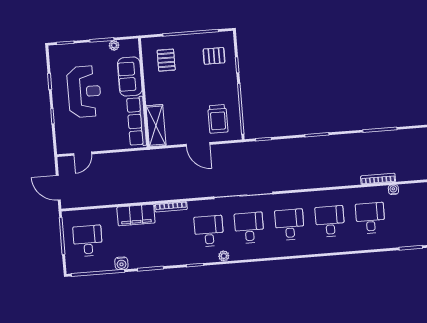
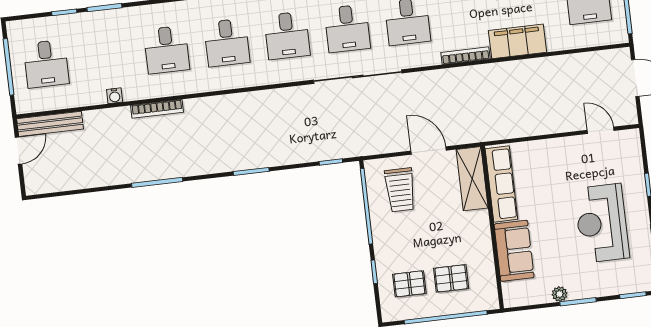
pallet: (166, 60) -> (451, 278), moved, turned 90
sofa: (130, 77) -> (514, 251), moved
wall: (144, 93) -> (492, 227), moved
trolley: (218, 119) -> (400, 190), turned 180
row of seats: (137, 121) -> (501, 184), moved
shelving: (156, 126) -> (472, 179), moved
door: (83, 154) -> (601, 130), hinge flipped
water cooler: (393, 190) -> (115, 96), moved

